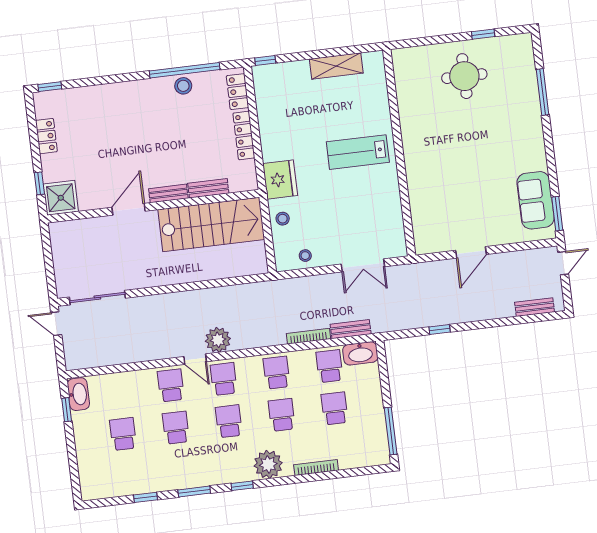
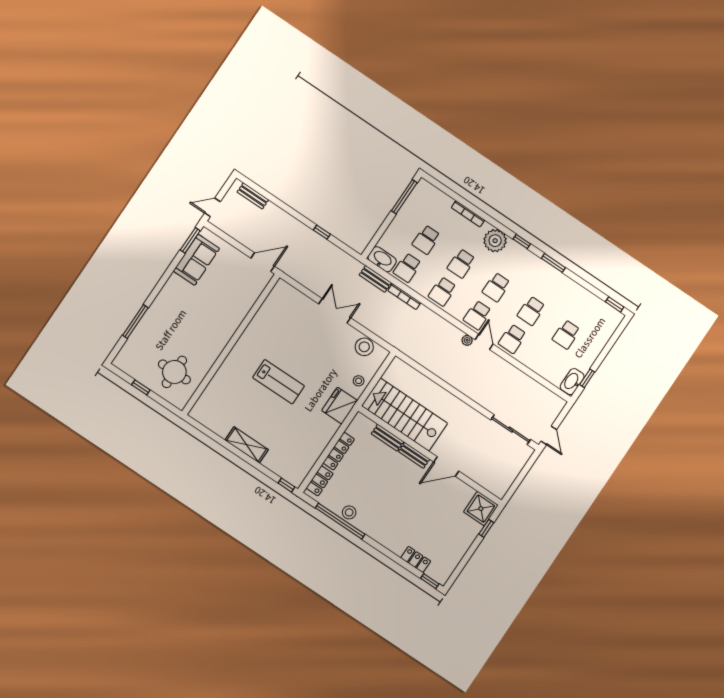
locker: (46, 136) -> (416, 560), moved, turned 90
wall: (399, 153) -> (231, 344), moved
stool: (305, 256) -> (364, 347), width x1.89, depth x1.89
plant: (218, 340) -> (467, 340), width x0.53, depth x0.53
window: (145, 497) -> (615, 304), moved

